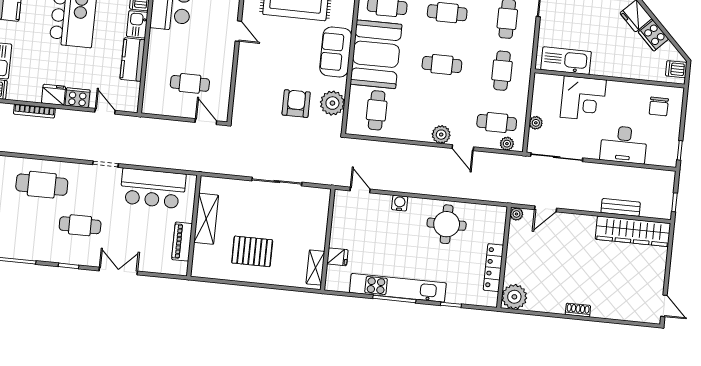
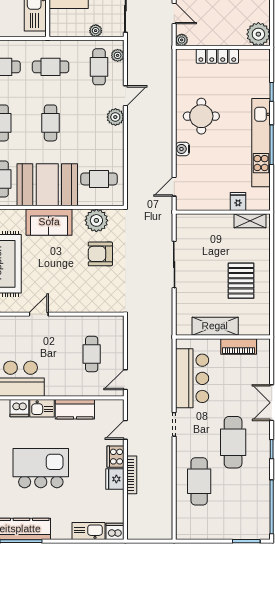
bookcase: (34, 111) -> (132, 475), moved
door: (206, 122) -> (125, 380), moved
round table: (447, 224) -> (201, 116), moved
cafe table: (80, 225) -> (233, 442), width x1.37, depth x1.35
locker: (493, 268) -> (217, 56), moved

